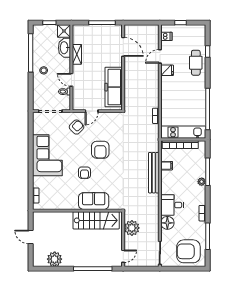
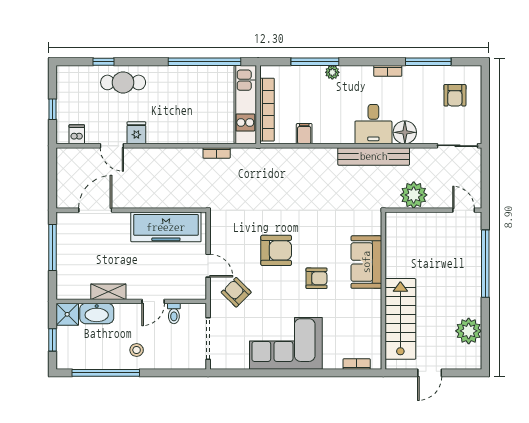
bench: (154, 173) -> (374, 156), moved
stairs: (96, 220) -> (400, 319), moved
armchair: (188, 251) -> (455, 95), width x0.53, depth x0.53

